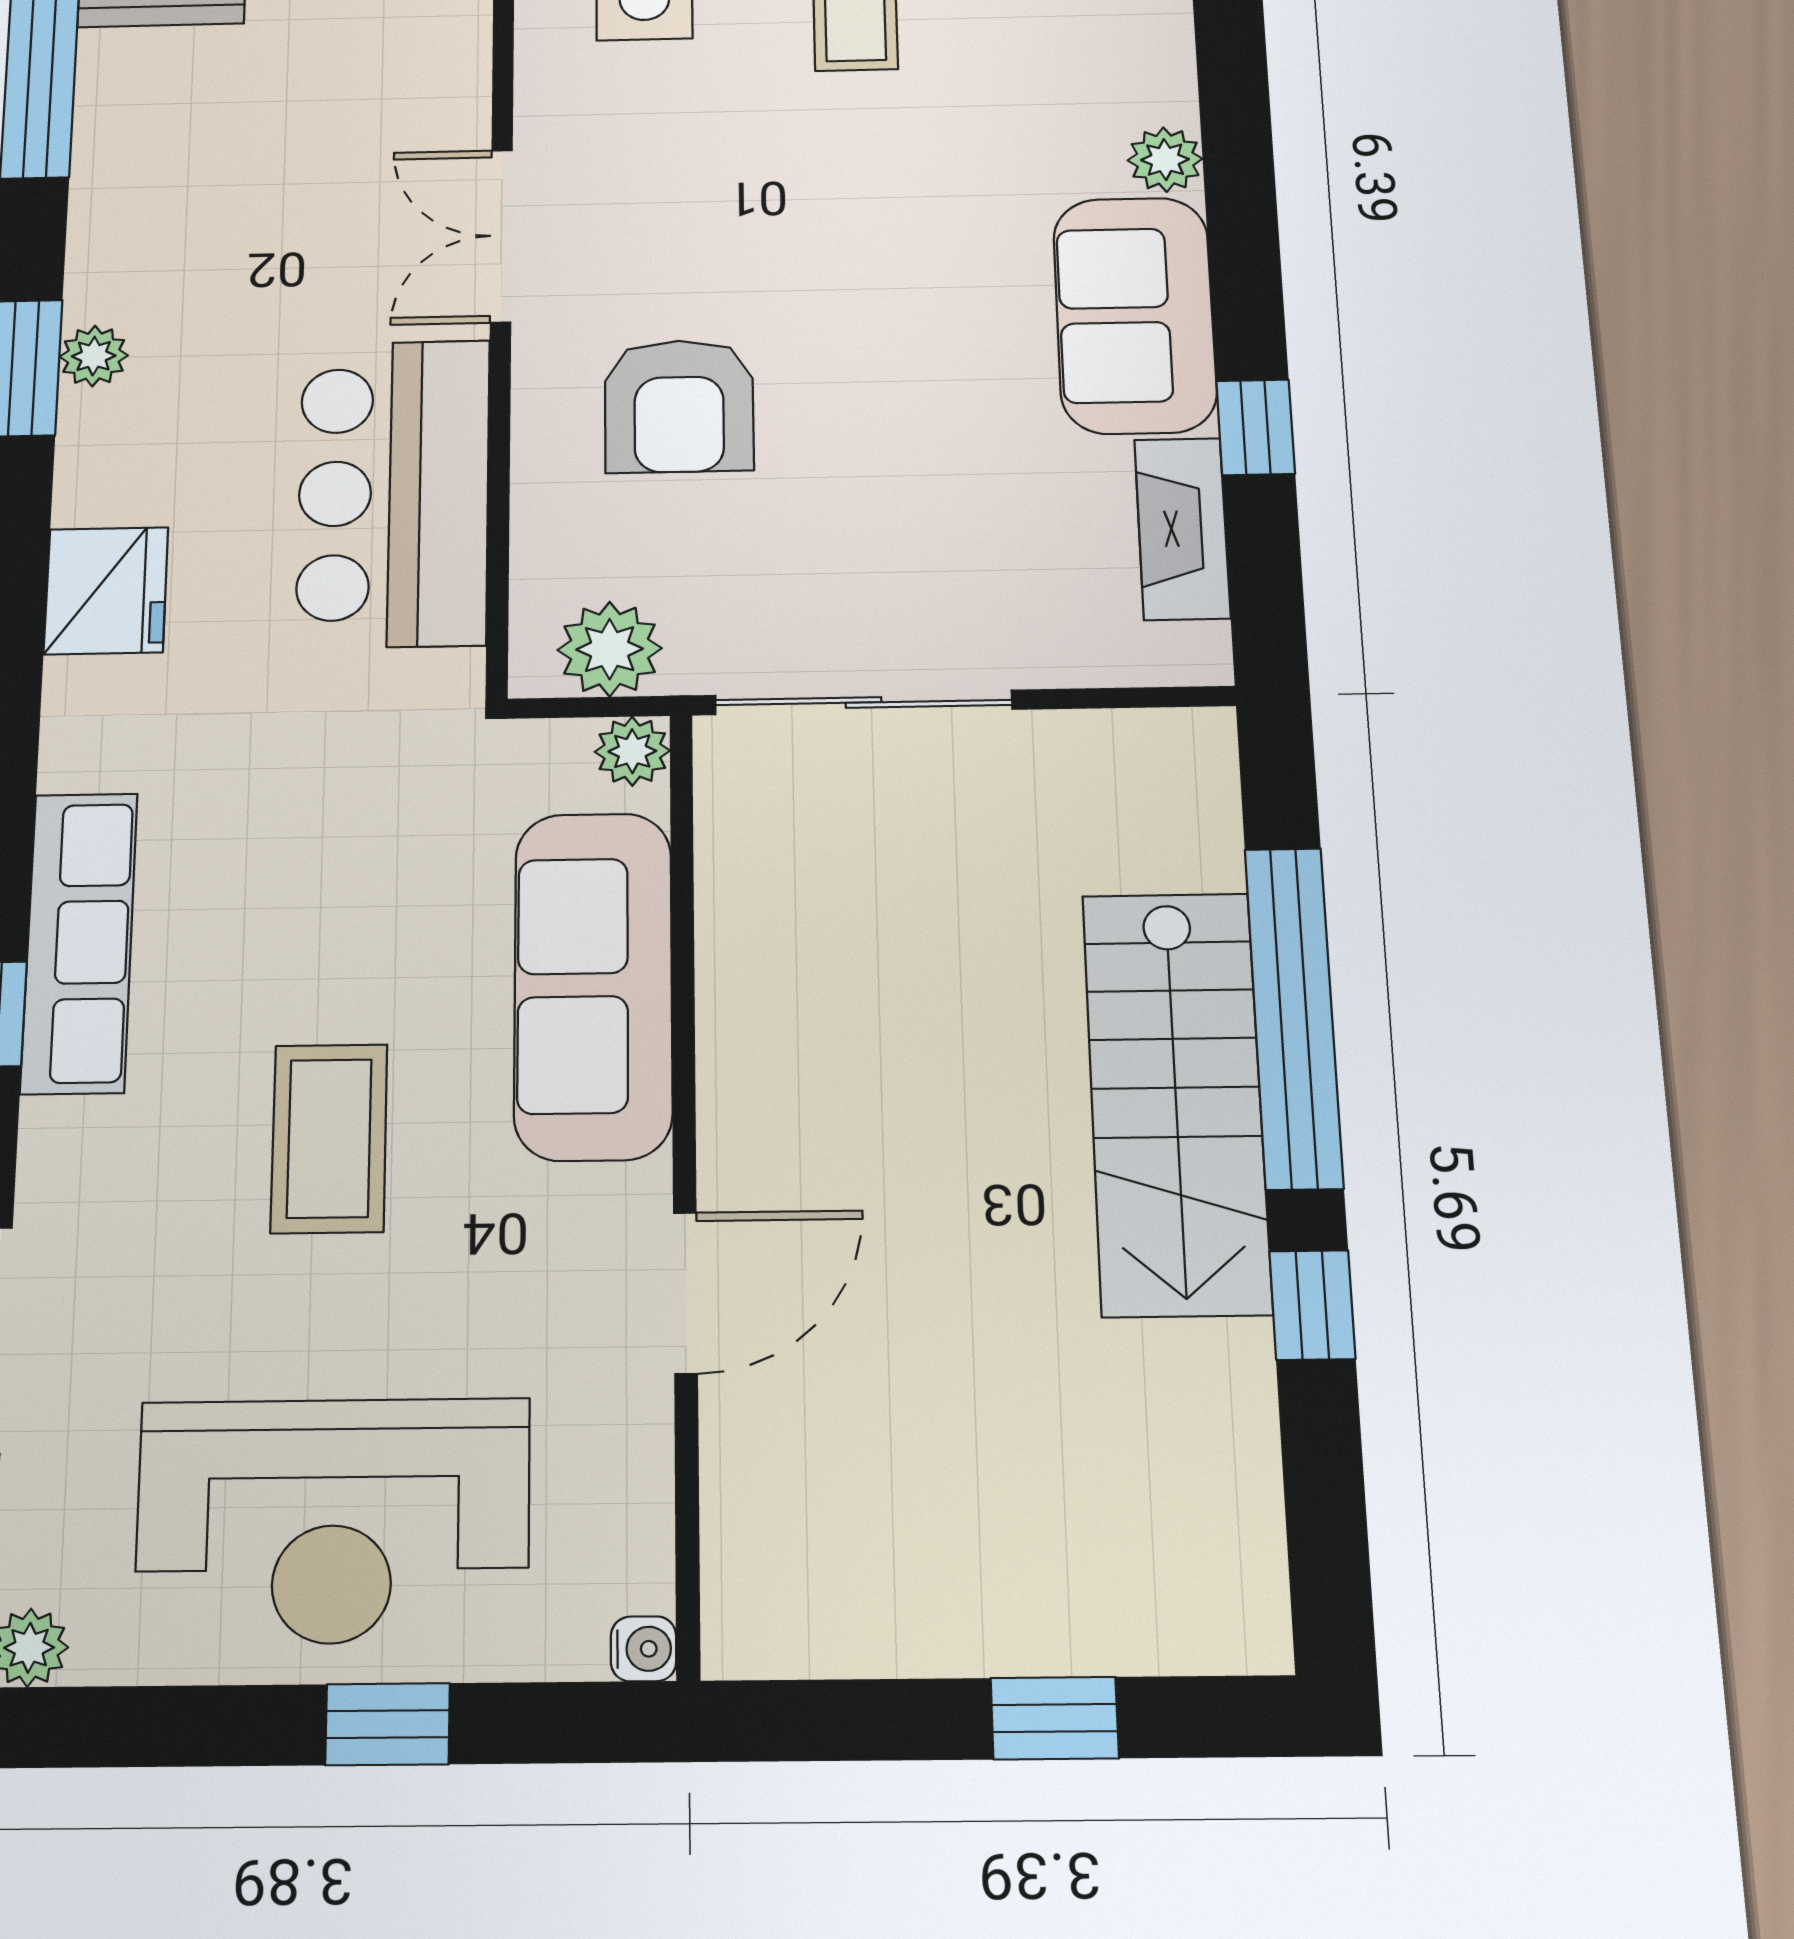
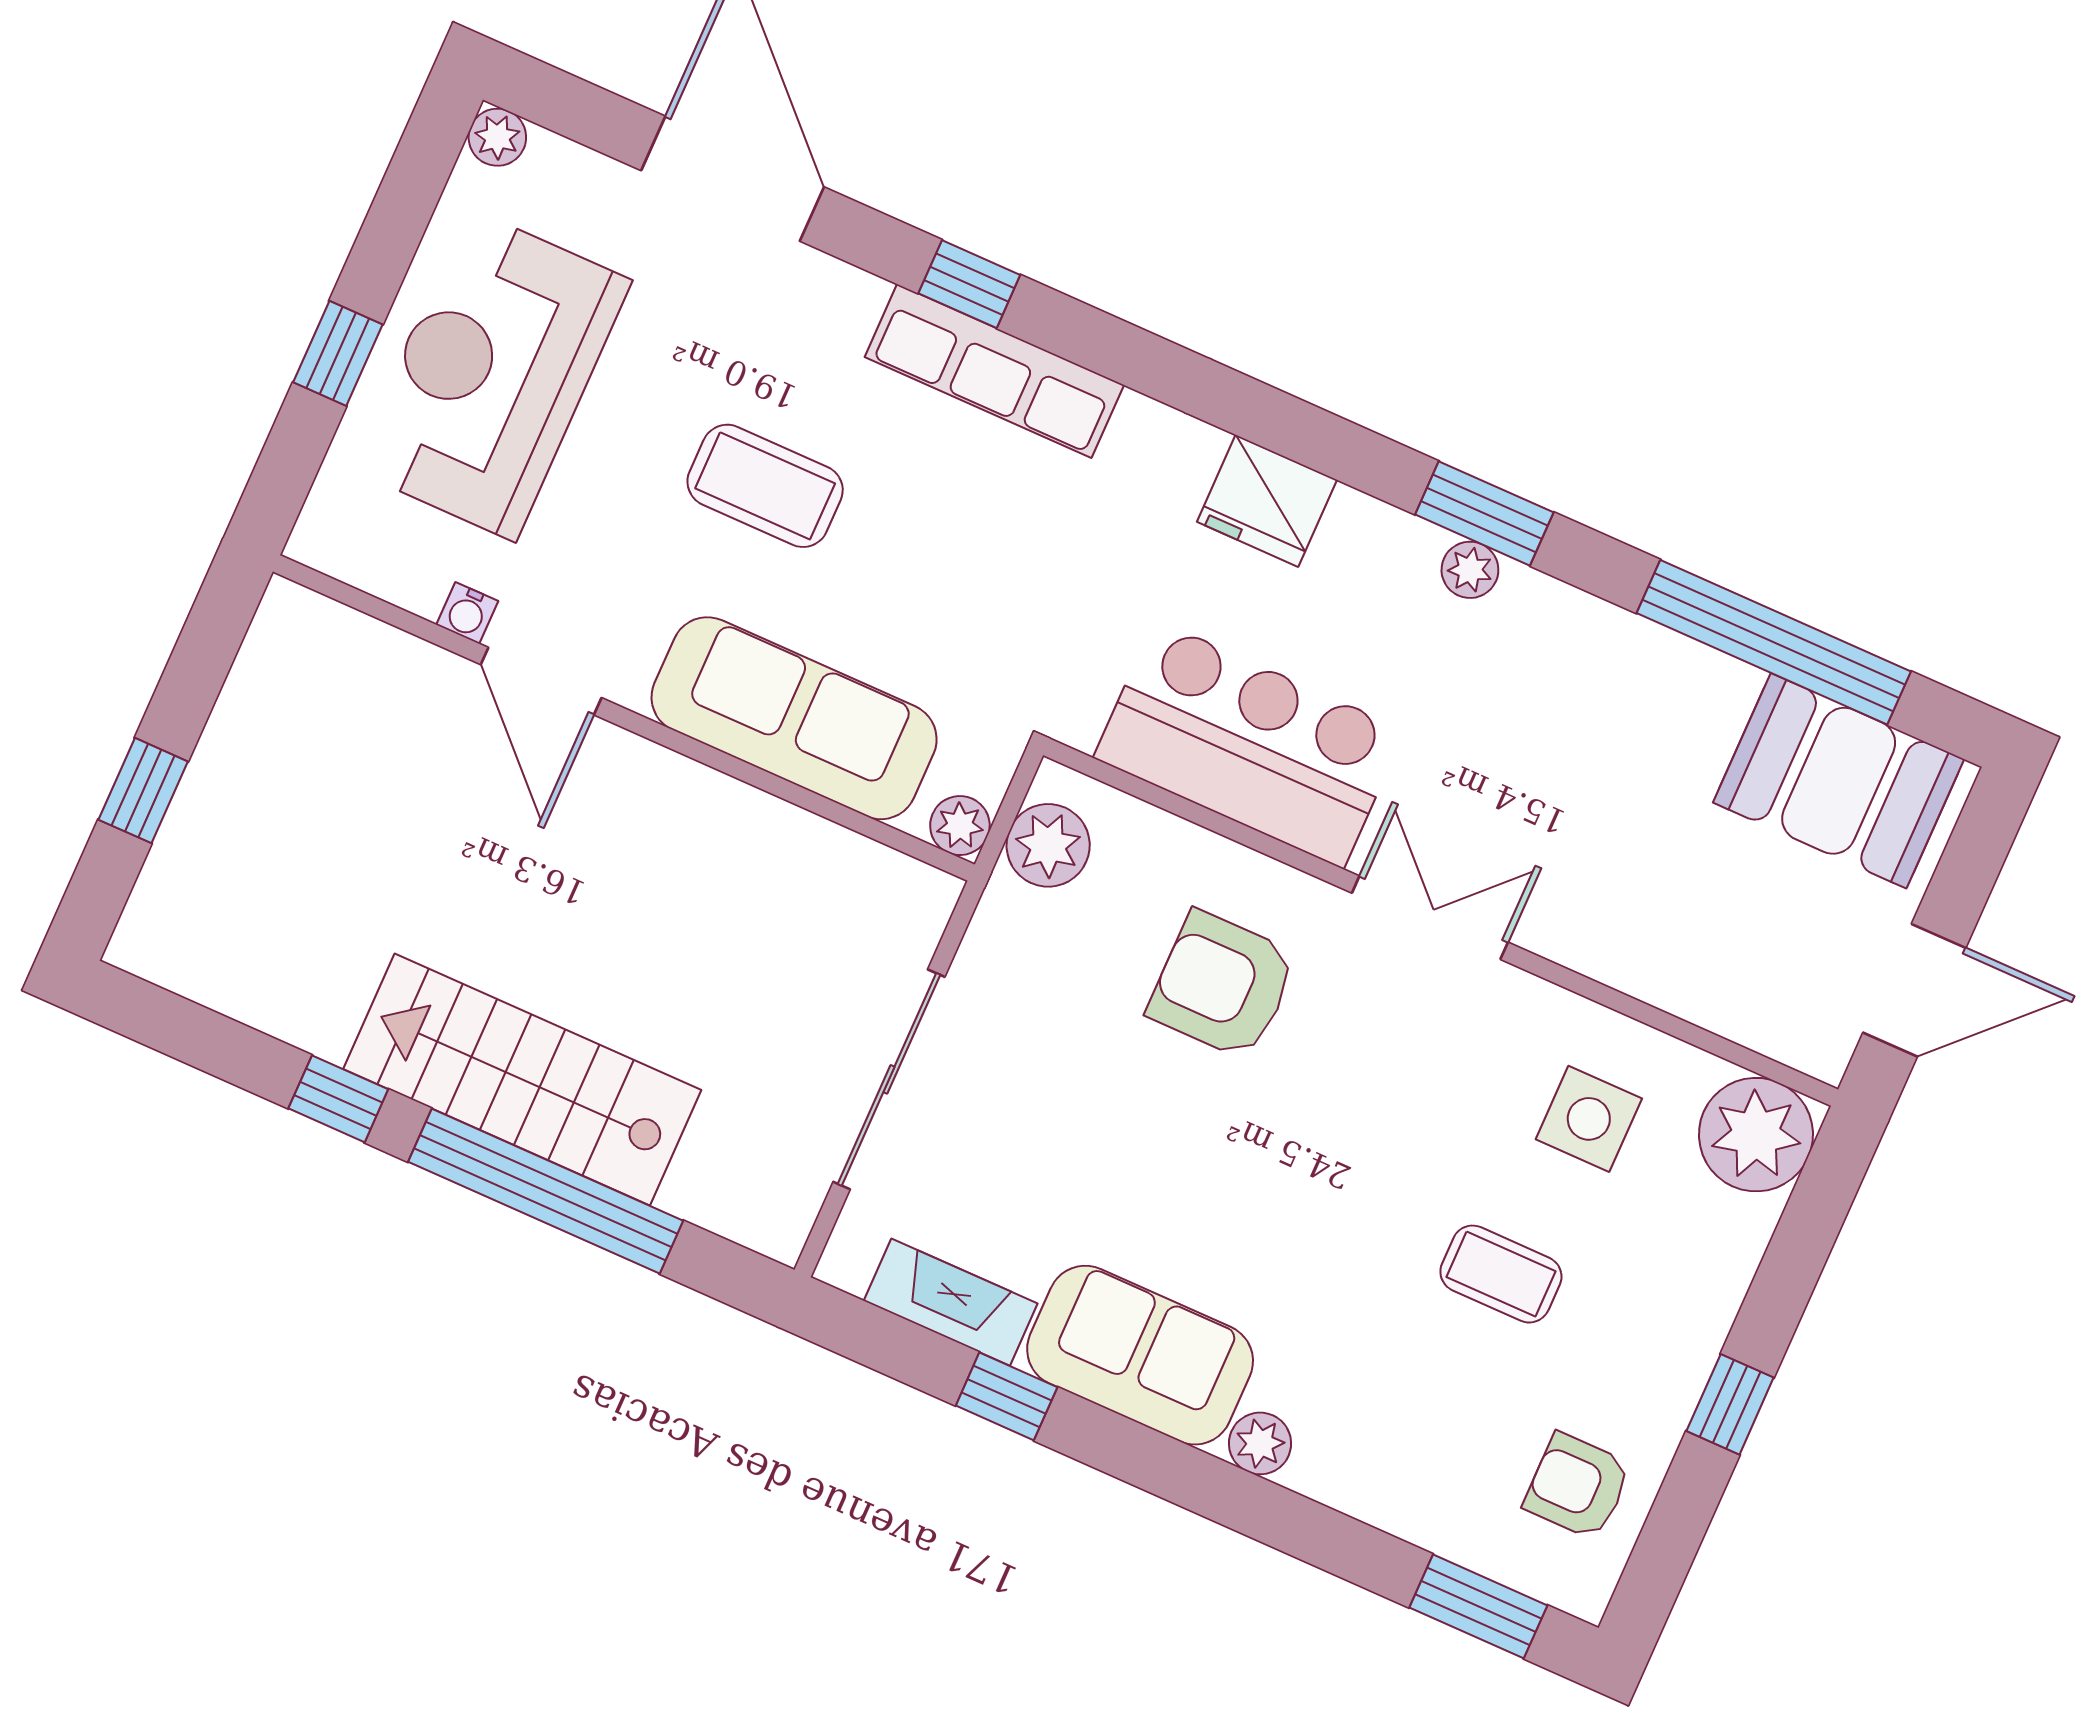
sliding door: (864, 702) -> (889, 1079), moved
water cooler: (644, 1649) -> (467, 613), moved

